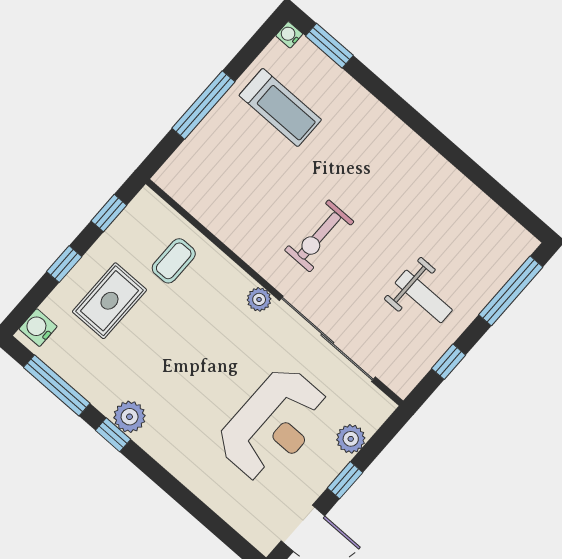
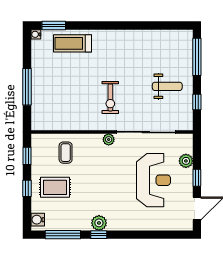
treadmill: (280, 108) -> (73, 43), moved, turned 180
rug: (109, 301) -> (55, 187), turned 90

